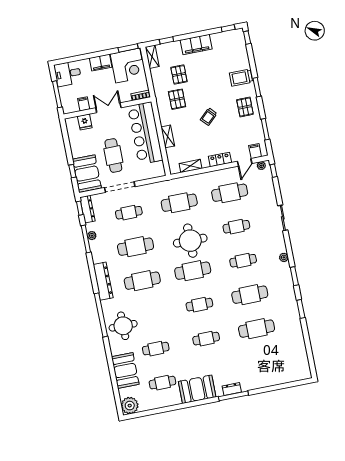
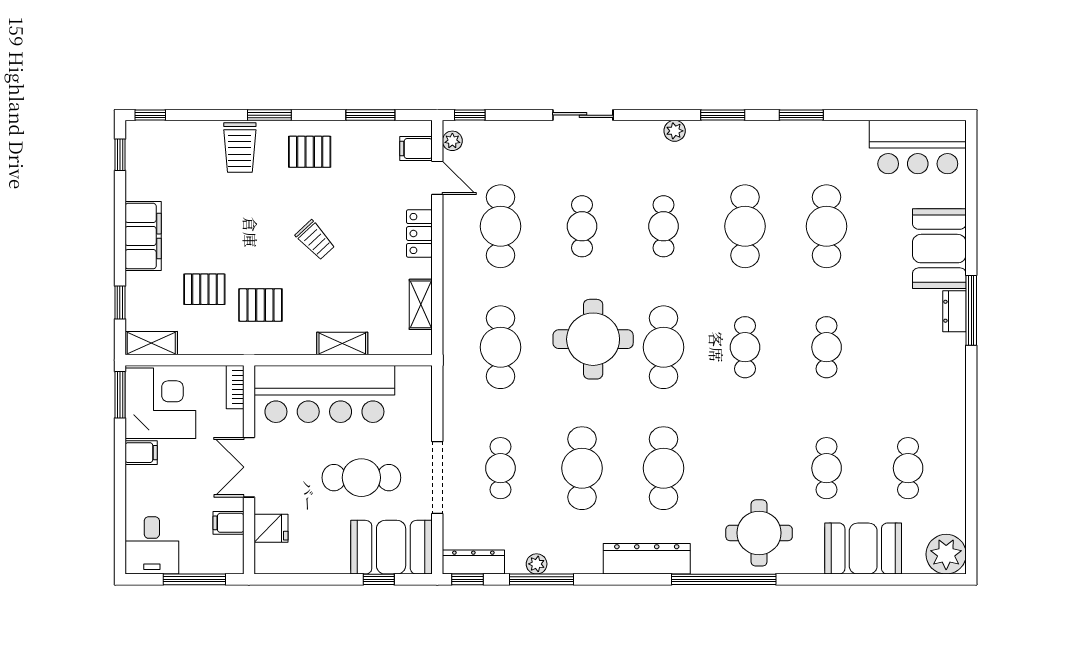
filing cabinet: (101, 63) -> (141, 453), width x0.50
bar counter: (297, 360) -> (918, 147), added
booth: (197, 389) -> (939, 249), moved

